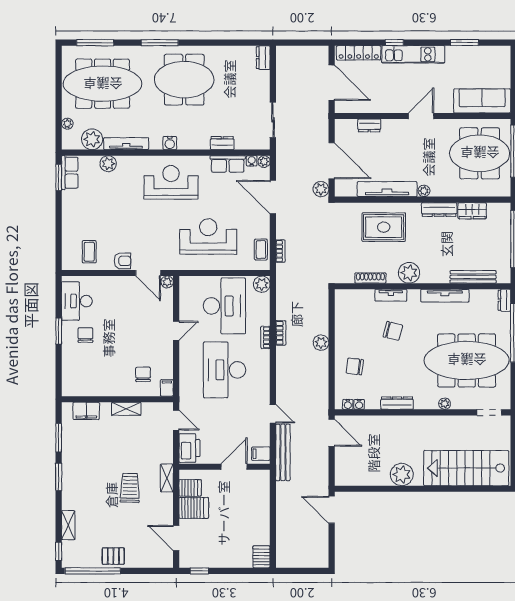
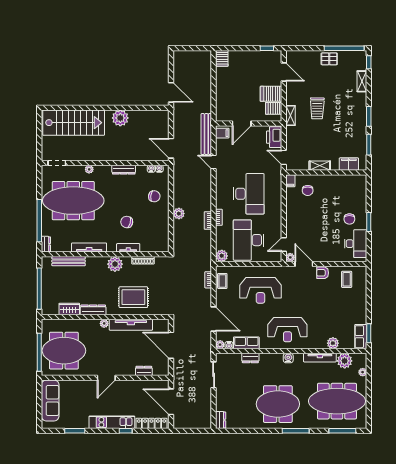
sofa: (482, 101) -> (50, 400), moved, turned -90
plant: (321, 189) -> (179, 325), removed
door: (176, 331) -> (284, 244), moved

